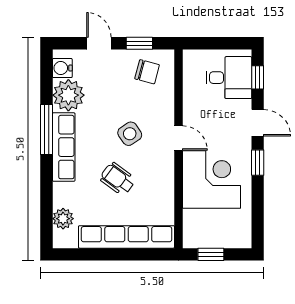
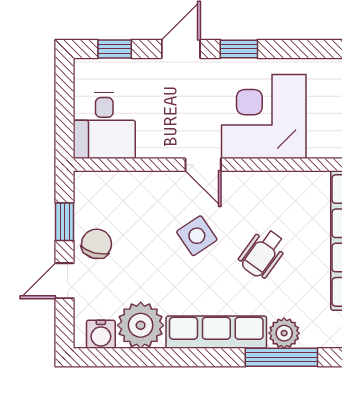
chair: (147, 72) -> (97, 244), moved
desk: (229, 78) -> (104, 125), moved, turned 180
window: (46, 130) -> (281, 357), moved
door: (178, 138) -> (203, 165), swing flipped
plant: (63, 219) -> (284, 333), moved

